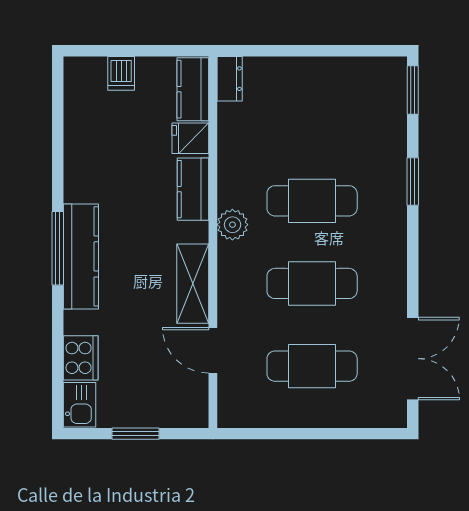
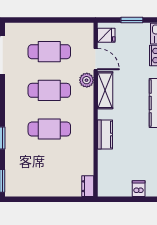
kitchen counter: (193, 89) -> (105, 181), removed
fridge: (190, 138) -> (106, 35), moved
plant: (232, 225) -> (87, 80), moved

